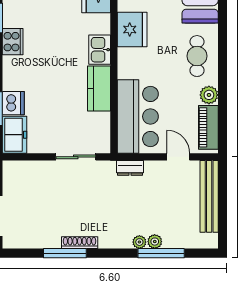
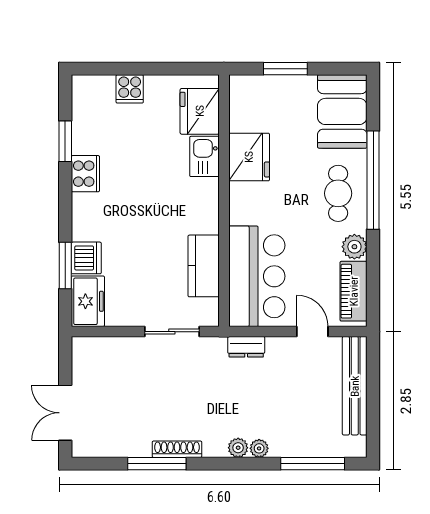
window: (223, 46) -> (373, 180), added
kitchen sink: (100, 50) -> (204, 156), moved
kitchen counter: (99, 88) -> (204, 266), moved
plant: (155, 242) -> (238, 448), moved
window: (161, 253) -> (313, 464), moved

